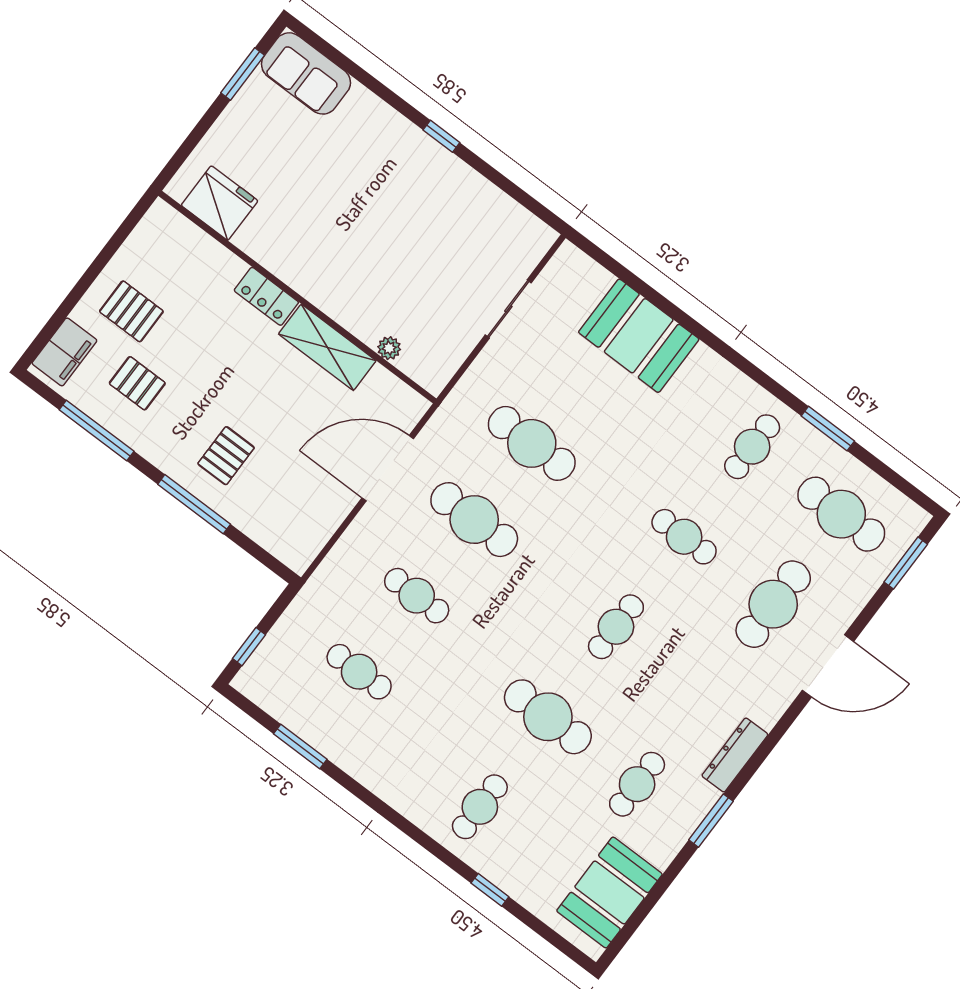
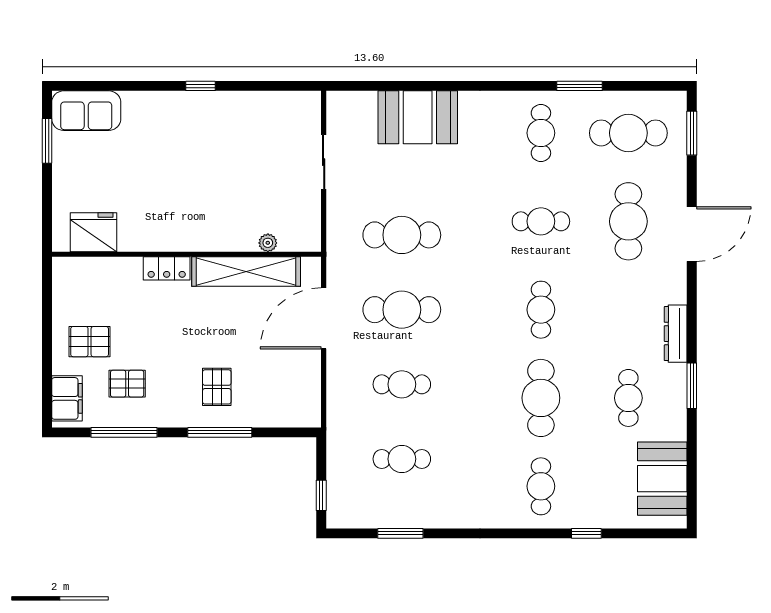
shelving: (327, 347) -> (246, 271), width x1.47
cafe table: (548, 717) -> (541, 398), turned 90

